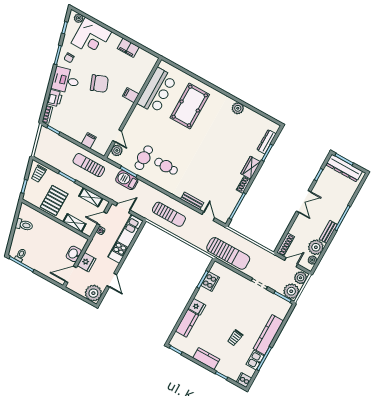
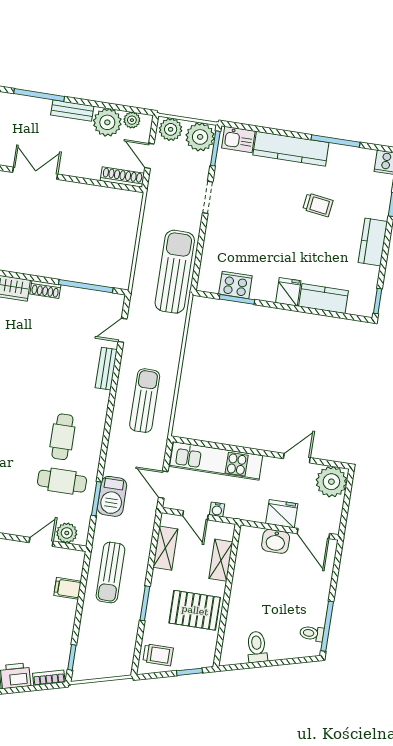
kitchen sink: (255, 360) -> (238, 139), moved

